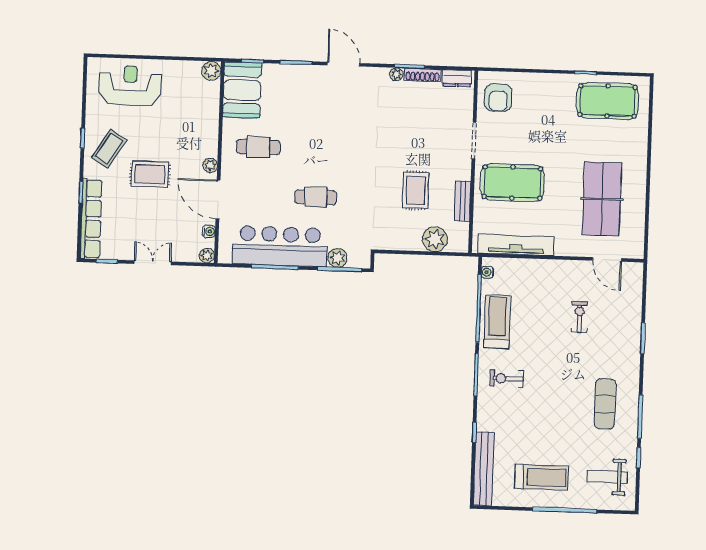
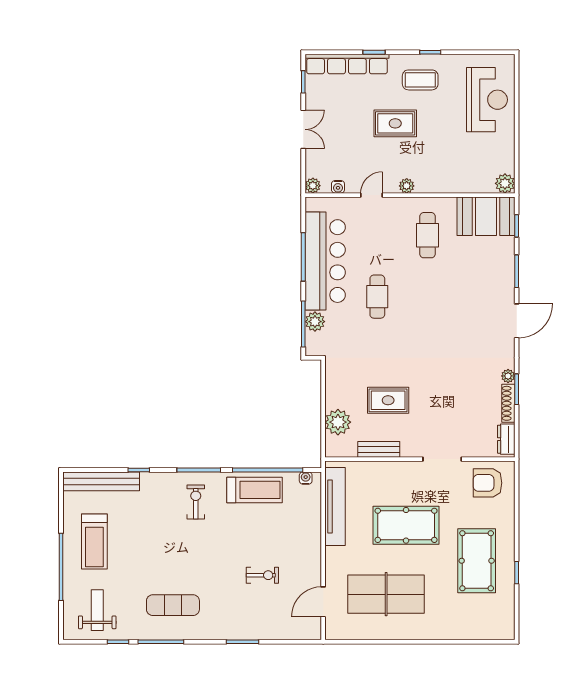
pool table: (607, 101) -> (477, 561), moved
coffee table: (109, 149) -> (420, 80), turned -32
rug: (150, 174) -> (395, 123), turned 90
pool table: (512, 183) -> (406, 525), moved, turned 90
door: (218, 199) -> (372, 195), width x0.53

